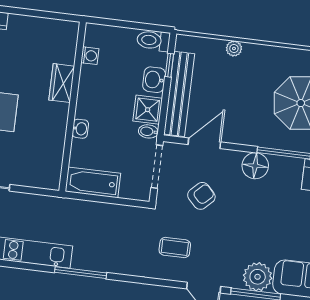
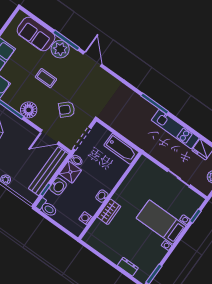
washbasin: (80, 129) -> (102, 196), moved
coffee table: (175, 247) -> (46, 78), moved

